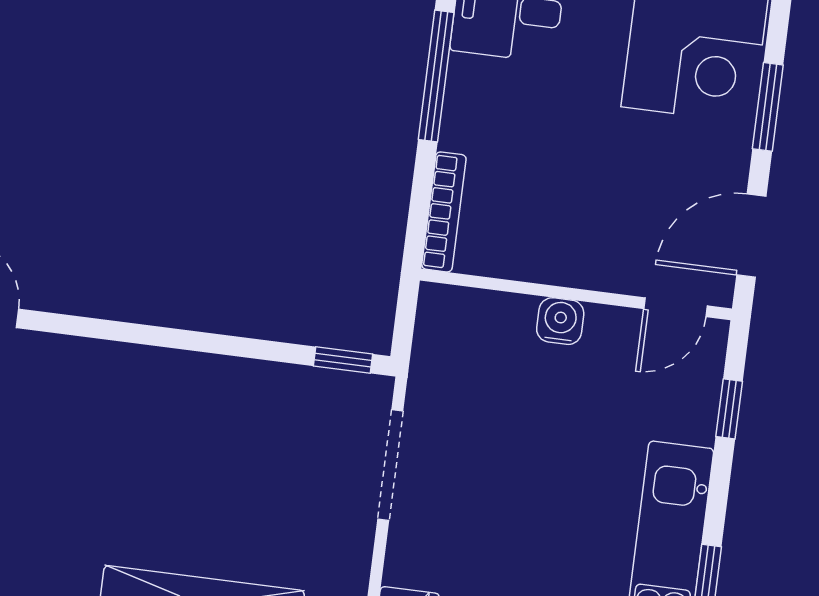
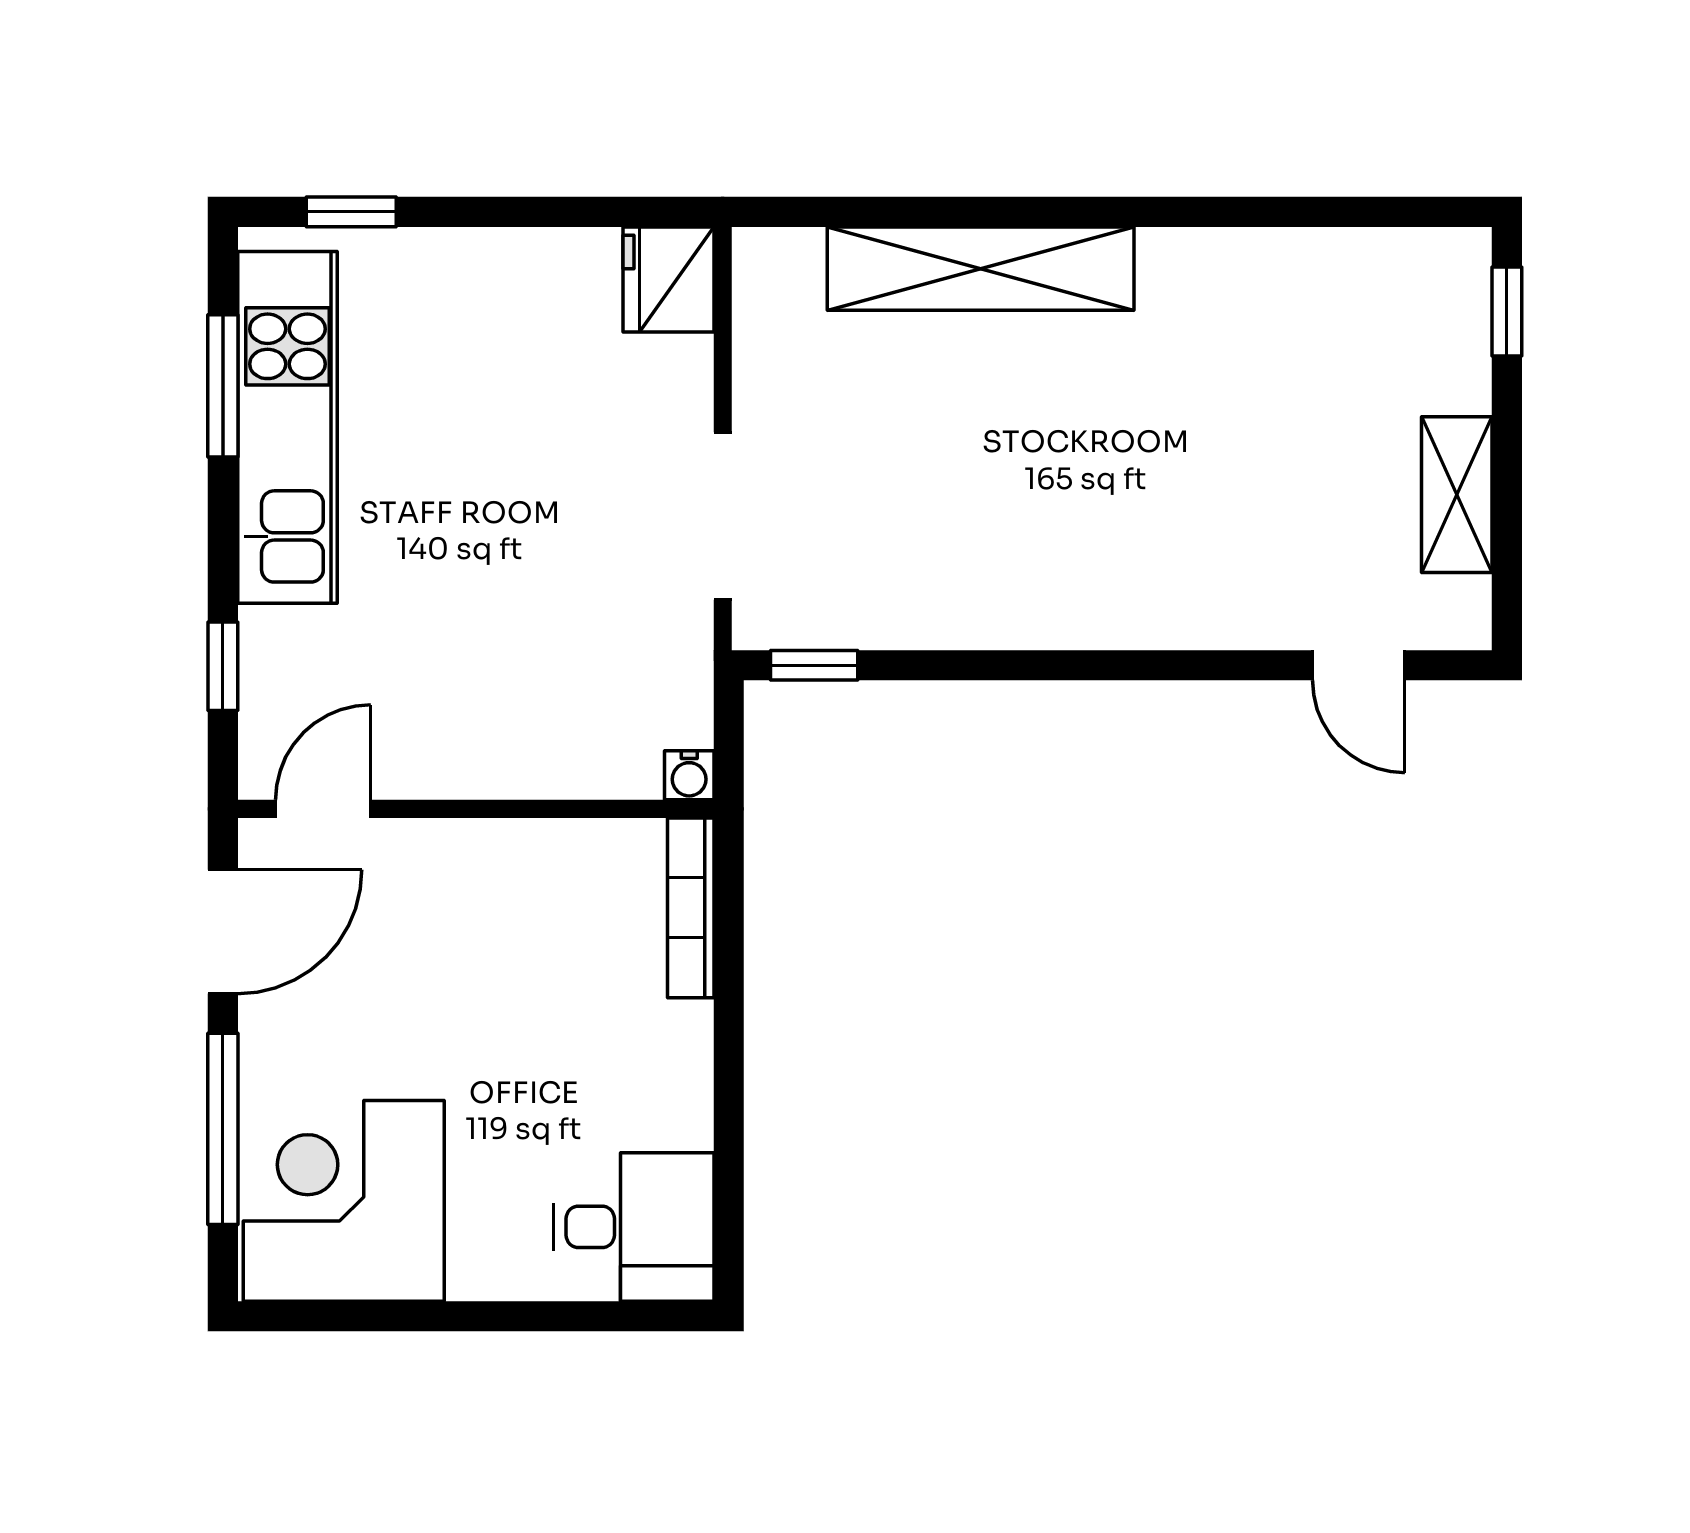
window: (436, 76) -> (729, 1111), removed
window: (768, 107) -> (223, 1129), width x1.44
water cooler: (560, 321) -> (689, 775), moved, width x0.72, depth x0.72

